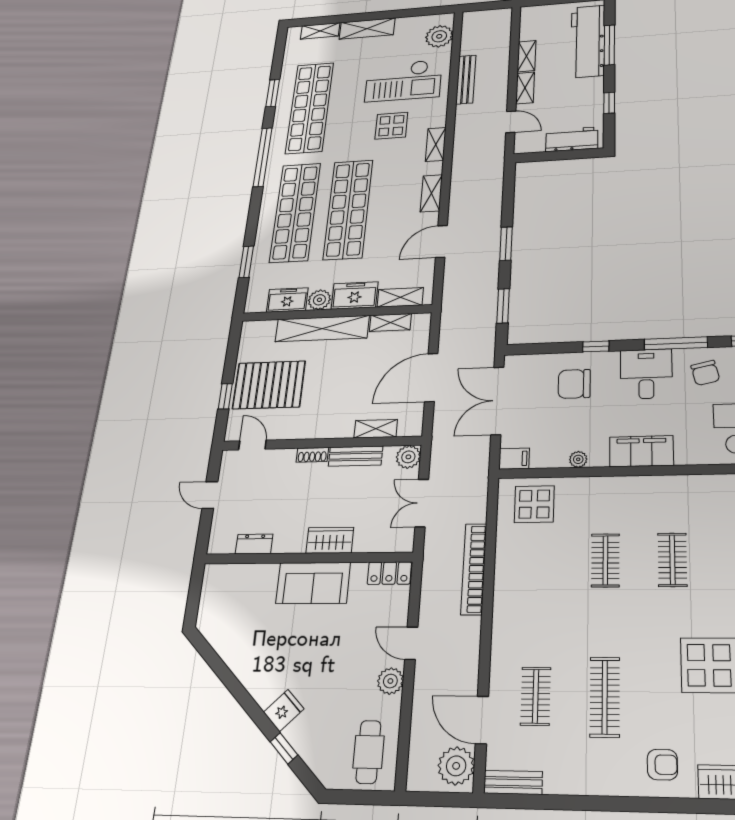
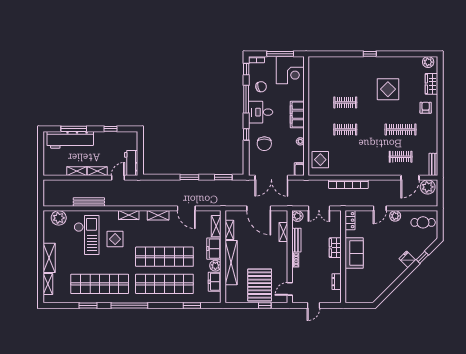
workbench: (572, 139) -> (131, 163), moved

